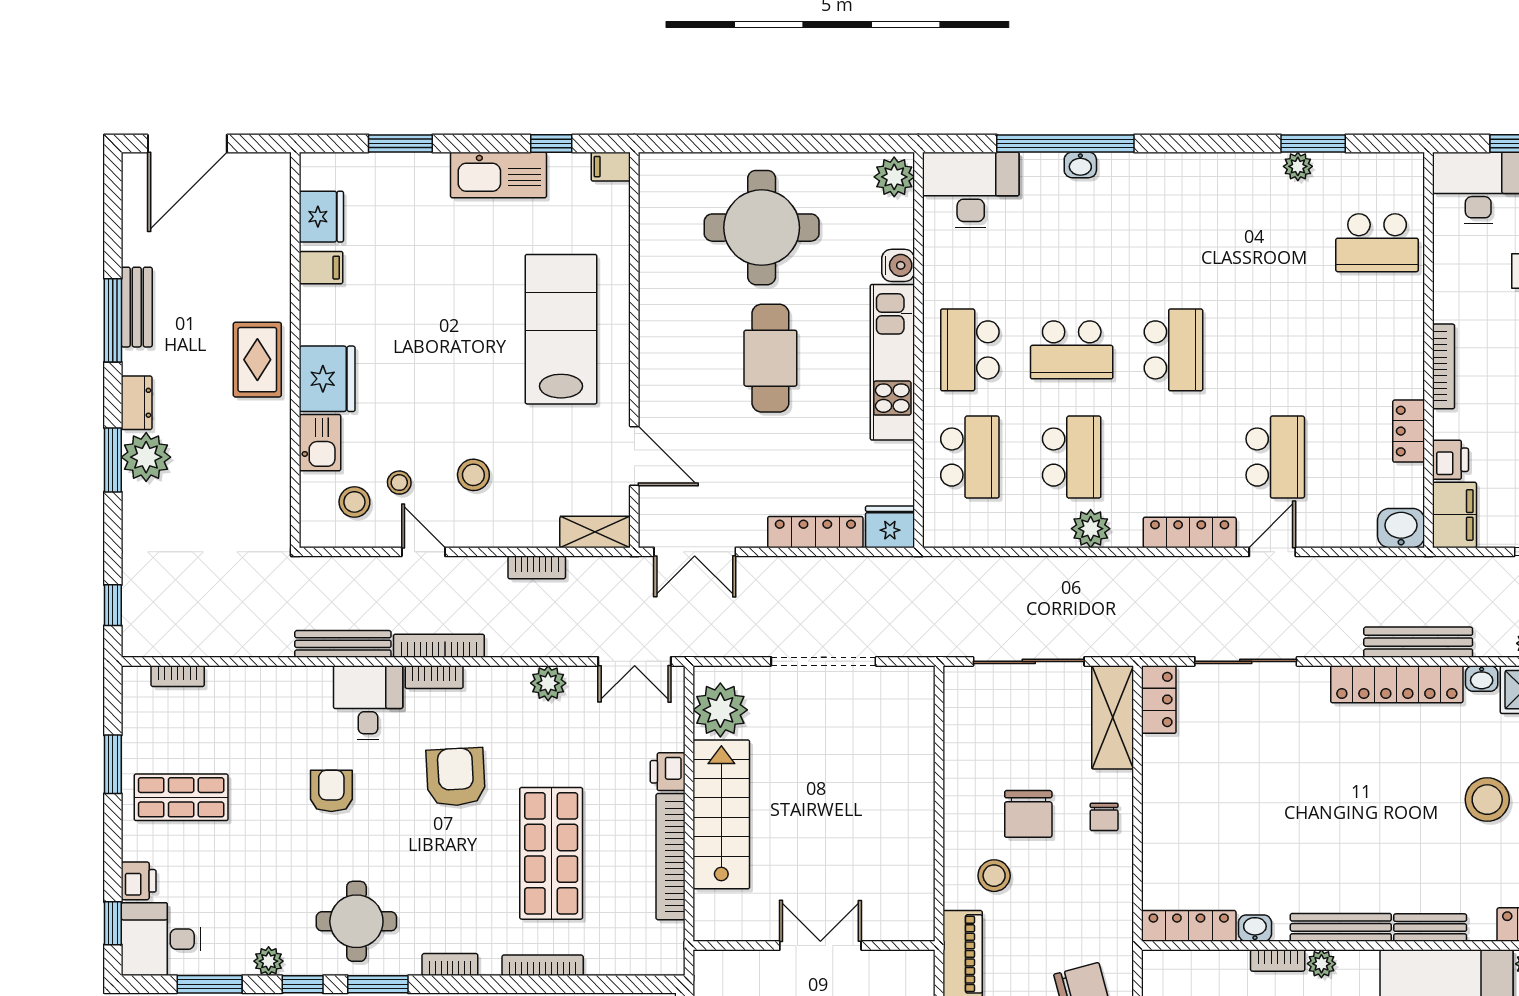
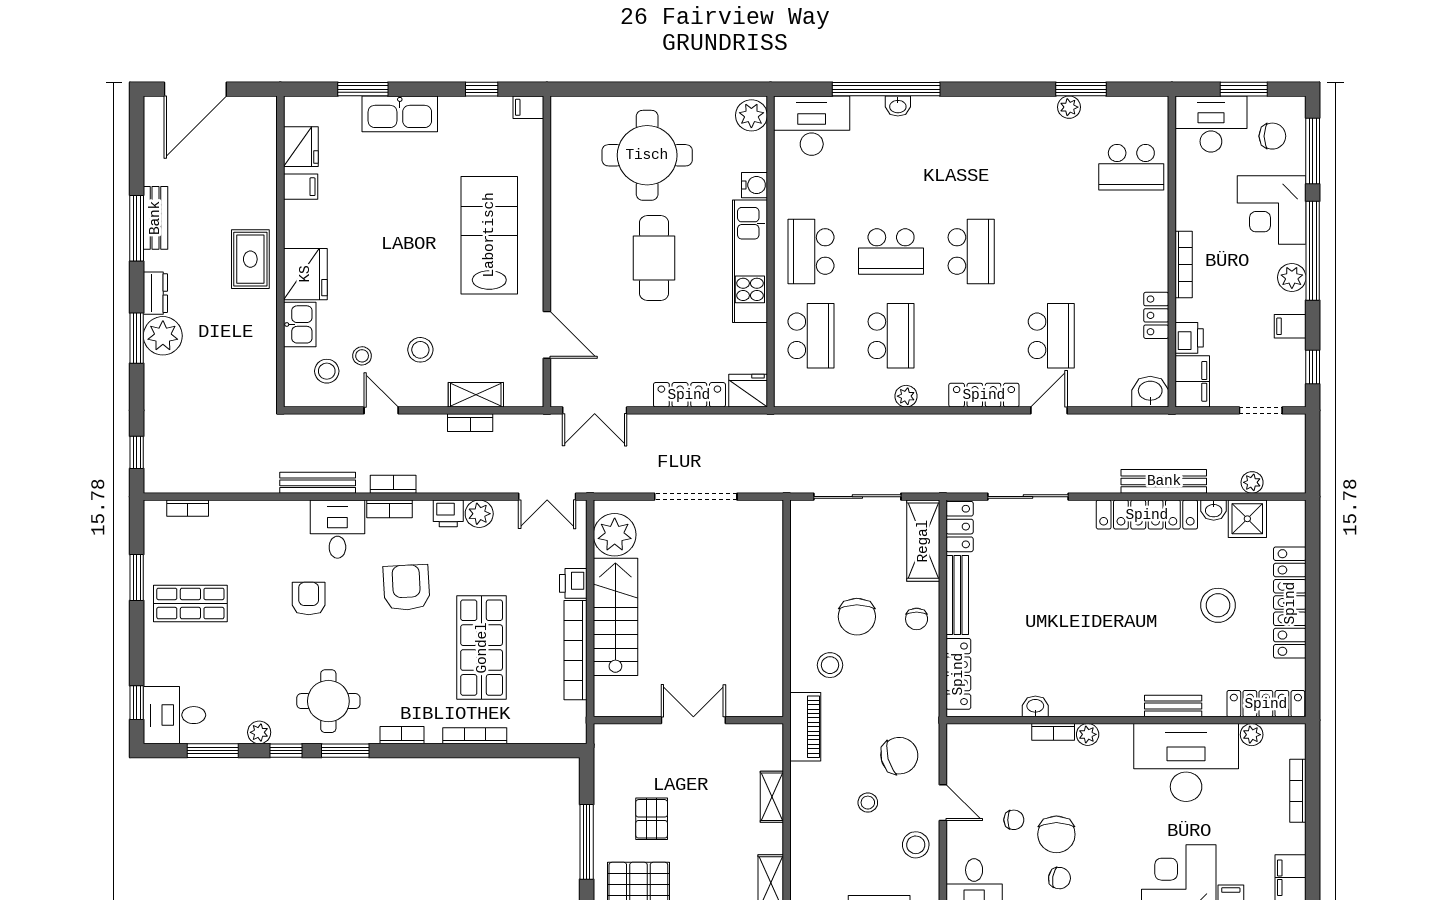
kitchen sink: (498, 175) -> (400, 114), moved
plant: (1091, 529) -> (906, 396), width x0.73, depth x0.73
shelving: (595, 532) -> (476, 395), moved
bookcase: (439, 646) -> (393, 484), width x0.64
printer: (139, 881) -> (448, 513), moved, turned 90
locker: (1189, 926) -> (958, 674), moved, turned 90
bench: (1341, 927) -> (957, 595), moved, turned 90

